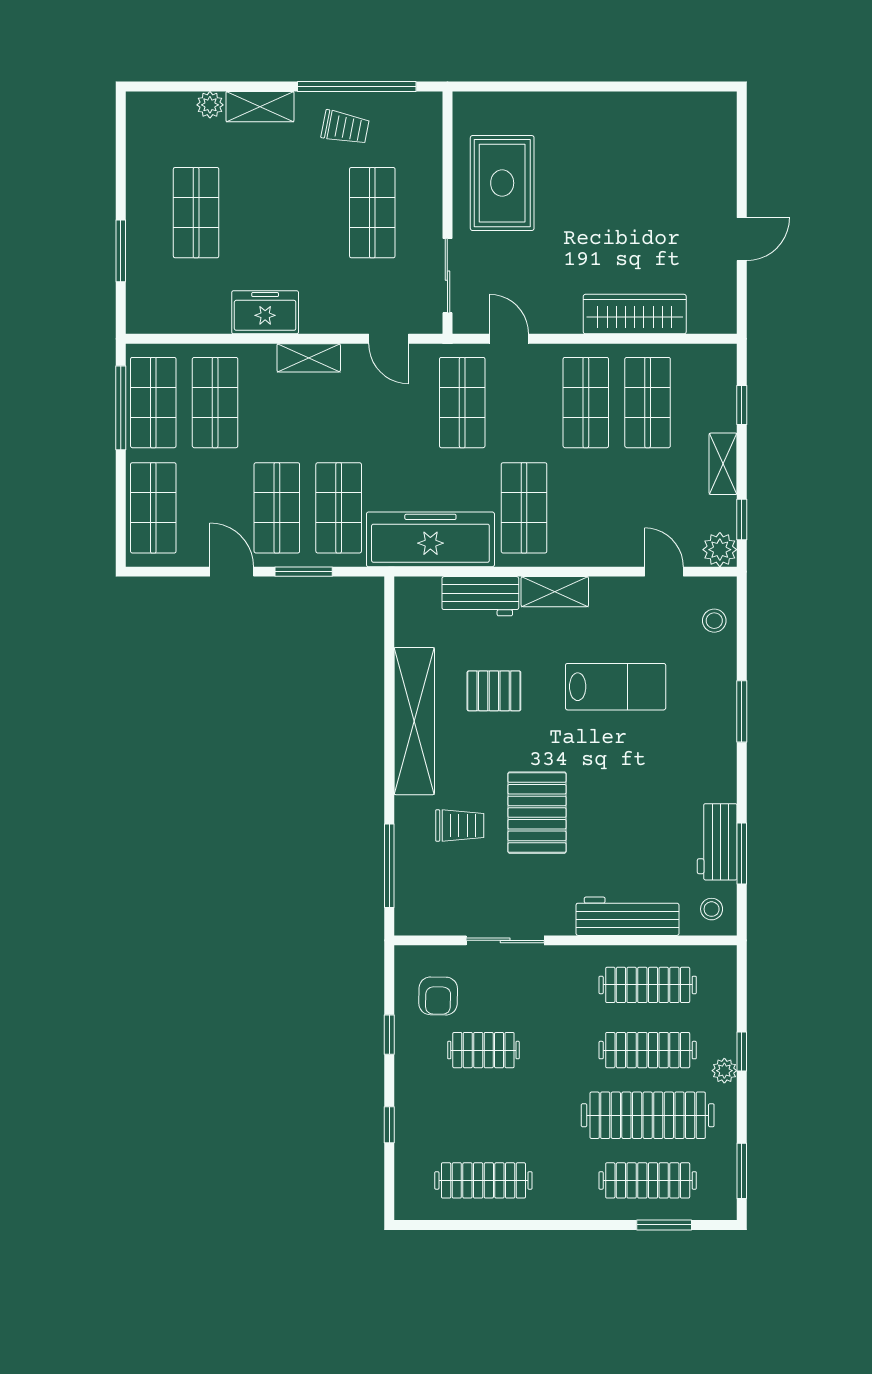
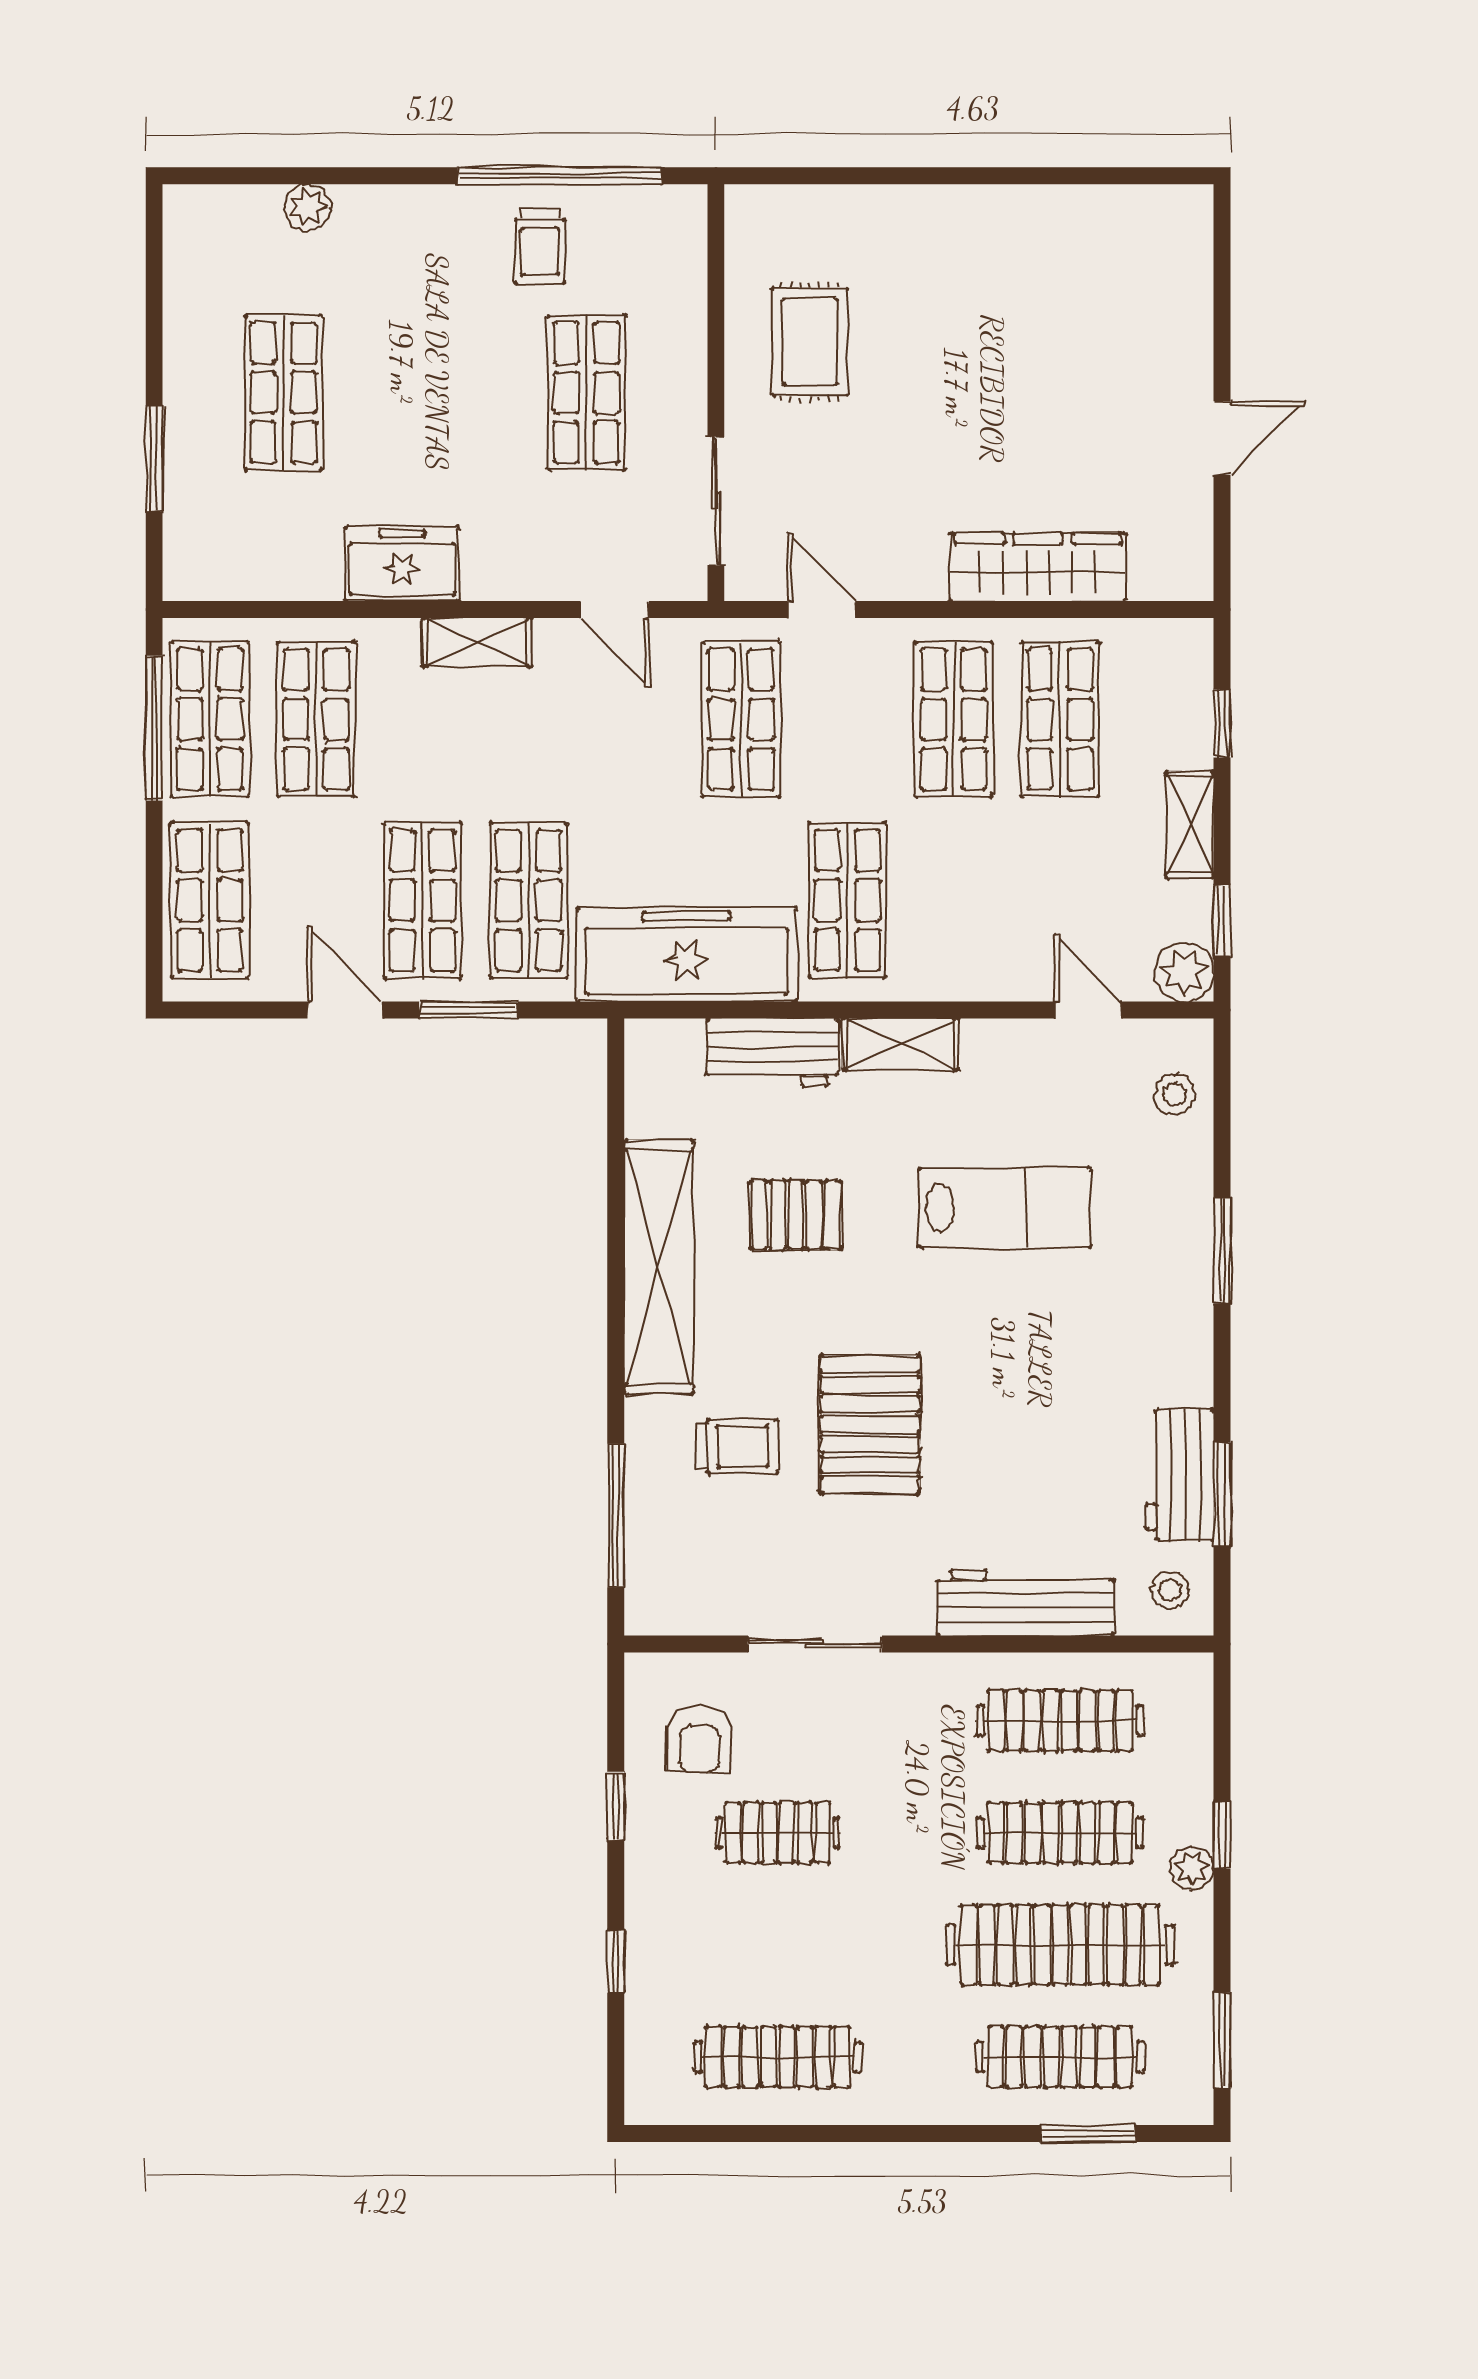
shelving: (260, 107) -> (393, 210), removed
trolley: (345, 128) -> (540, 246), turned 79
rug: (502, 183) -> (810, 342), width x0.73, depth x0.70

